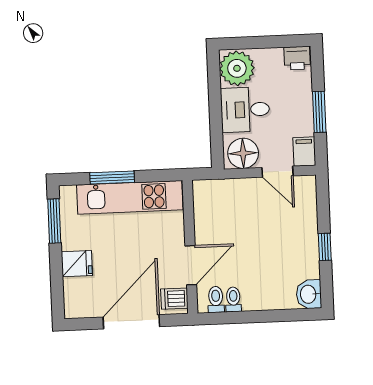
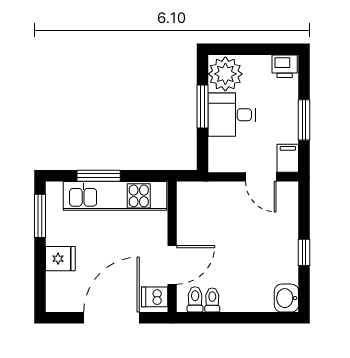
window: (215, 102) -> (203, 106), added
floor lamp: (243, 153) -> (228, 157), removed

